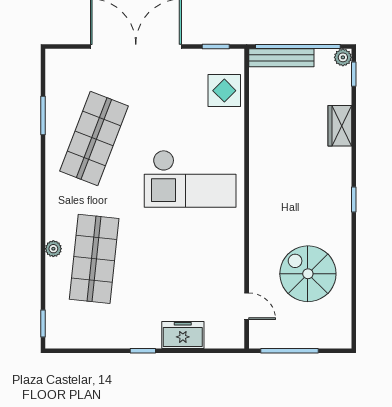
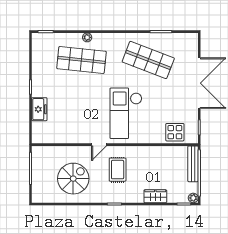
rug: (292, 194) -> (118, 170), added
door: (247, 306) -> (99, 145), moved

